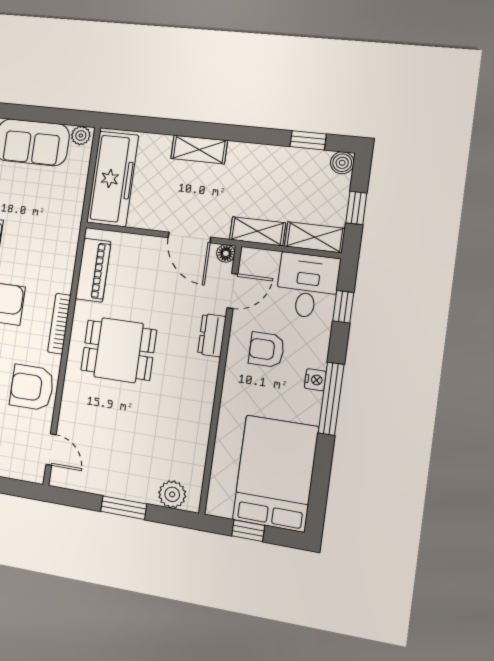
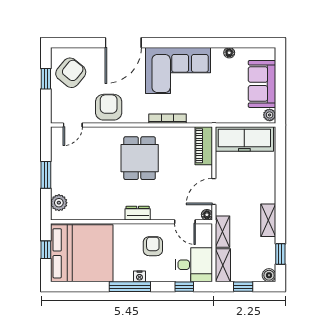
shelving: (199, 149) -> (268, 220), moved
piano: (93, 270) -> (204, 146), moved, turned 90
bookcase: (59, 324) -> (167, 119), moved
dresser: (212, 335) -> (138, 213), moved
bed: (275, 473) -> (82, 253), width x1.36

